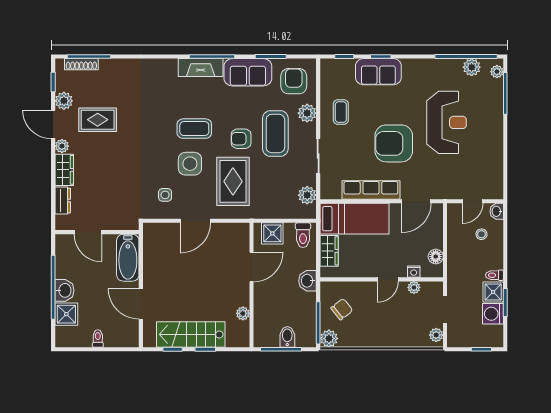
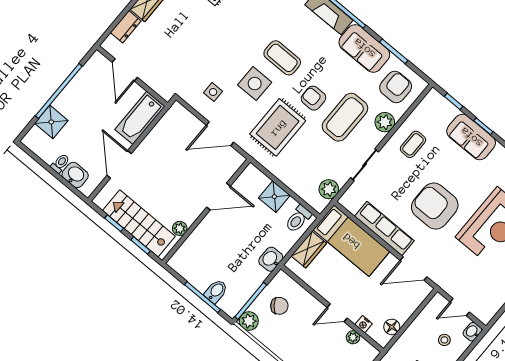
door: (252, 267) -> (218, 197), moved
wall: (252, 285) -> (206, 211), moved
washbasin: (64, 290) -> (75, 175), moved, turned -90
plant: (243, 313) -> (180, 228), moved

